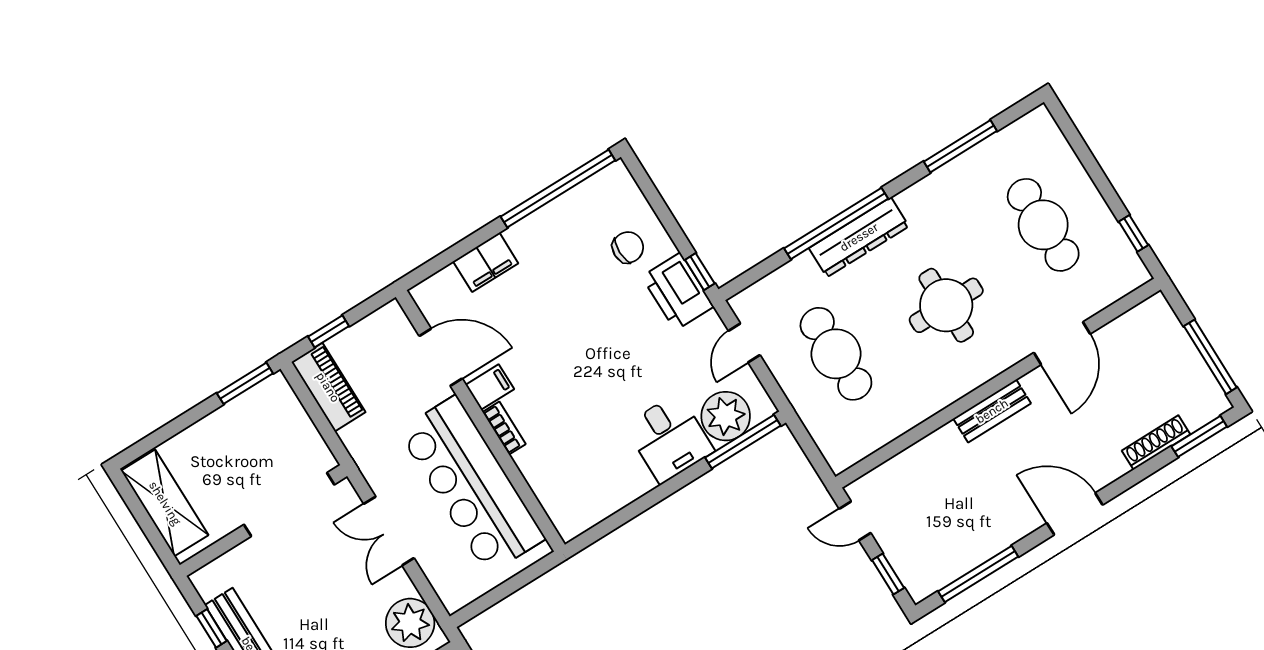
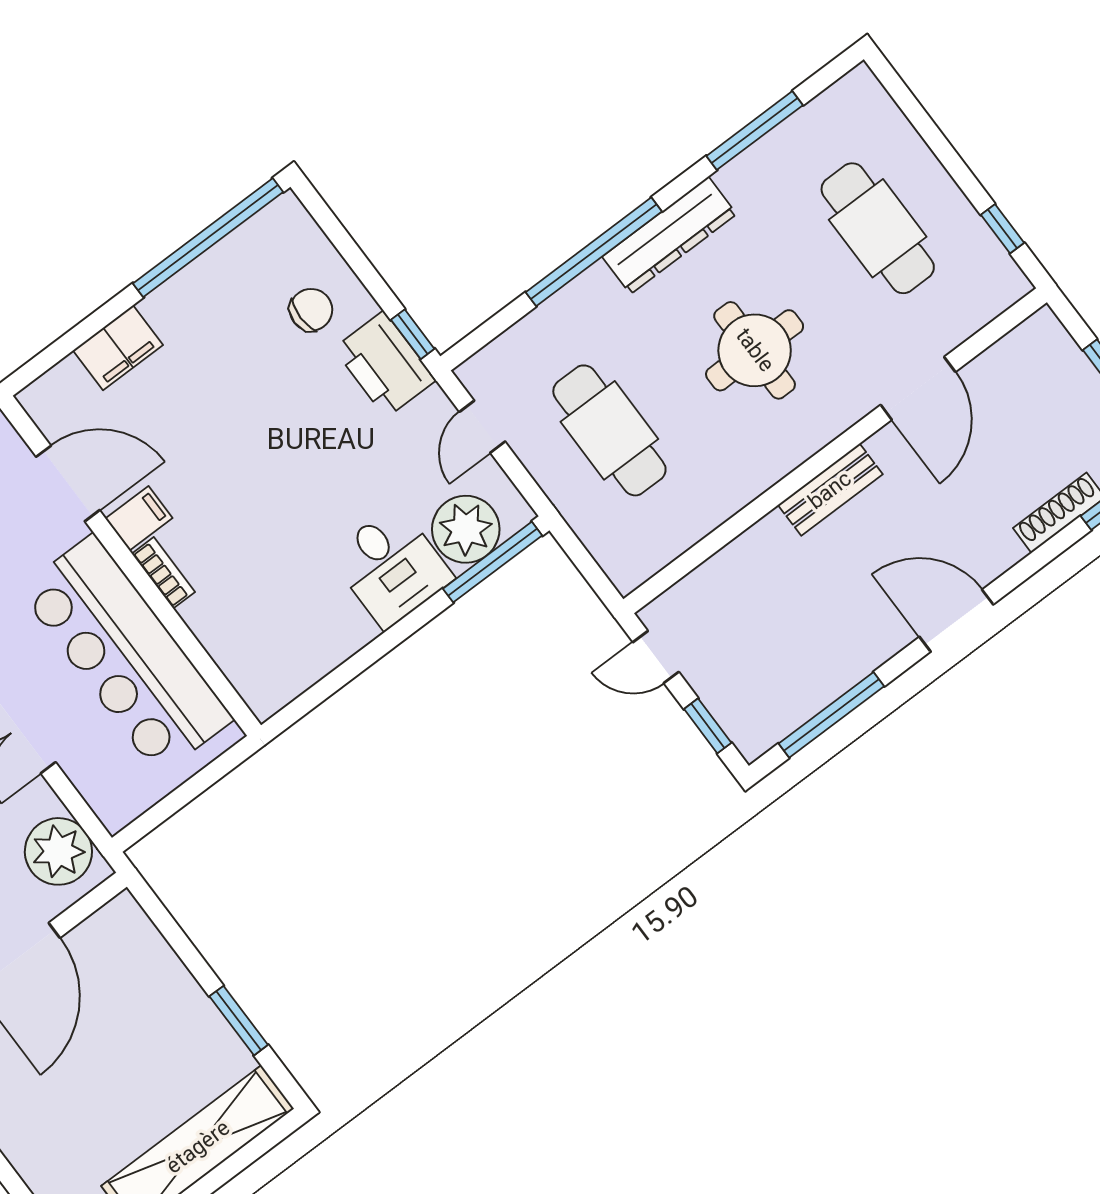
dresser: (859, 237) -> (669, 235), moved

